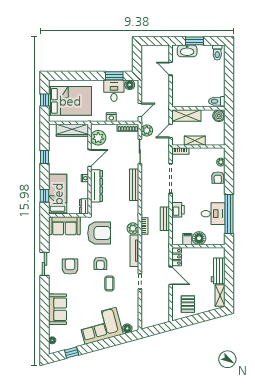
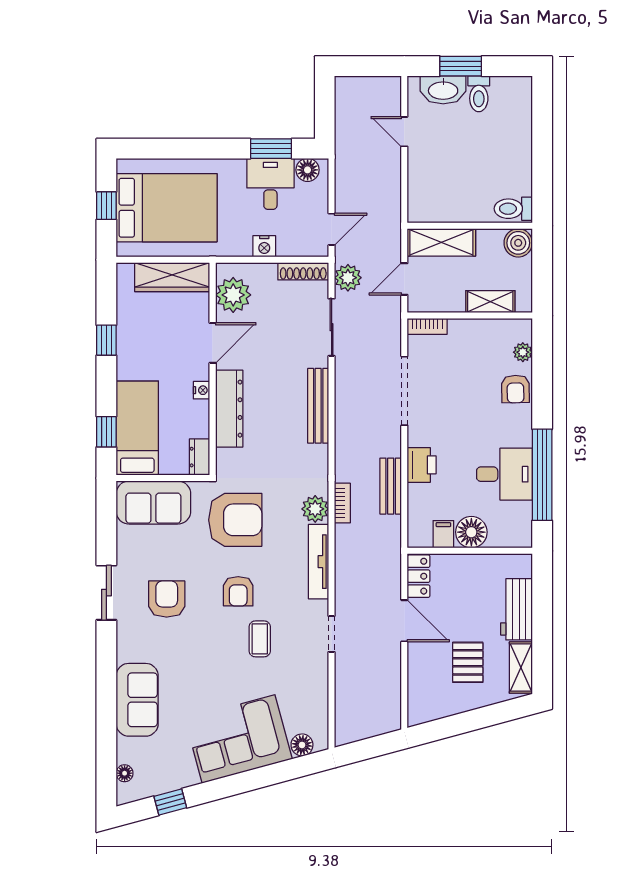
toilet: (217, 53) -> (479, 94), moved
shelving: (195, 141) -> (490, 302), moved
pallet: (188, 304) -> (468, 662), moved

